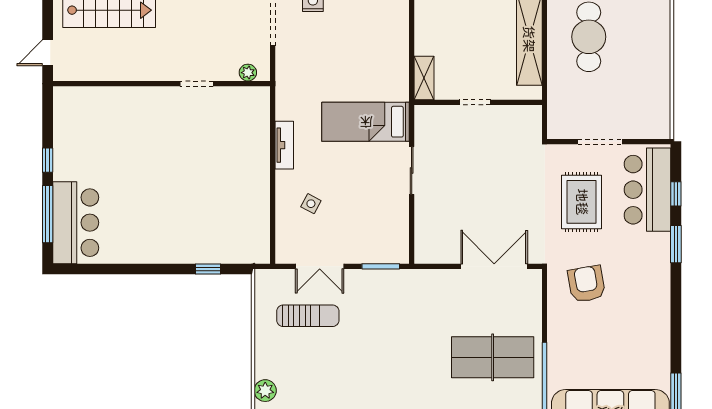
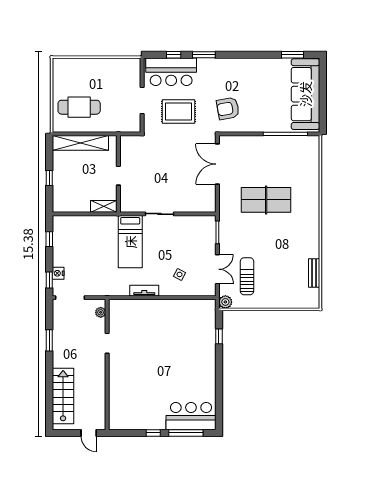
table tennis table: (493, 357) -> (266, 200), moved, turned 90
plant: (265, 391) -> (225, 302), moved

